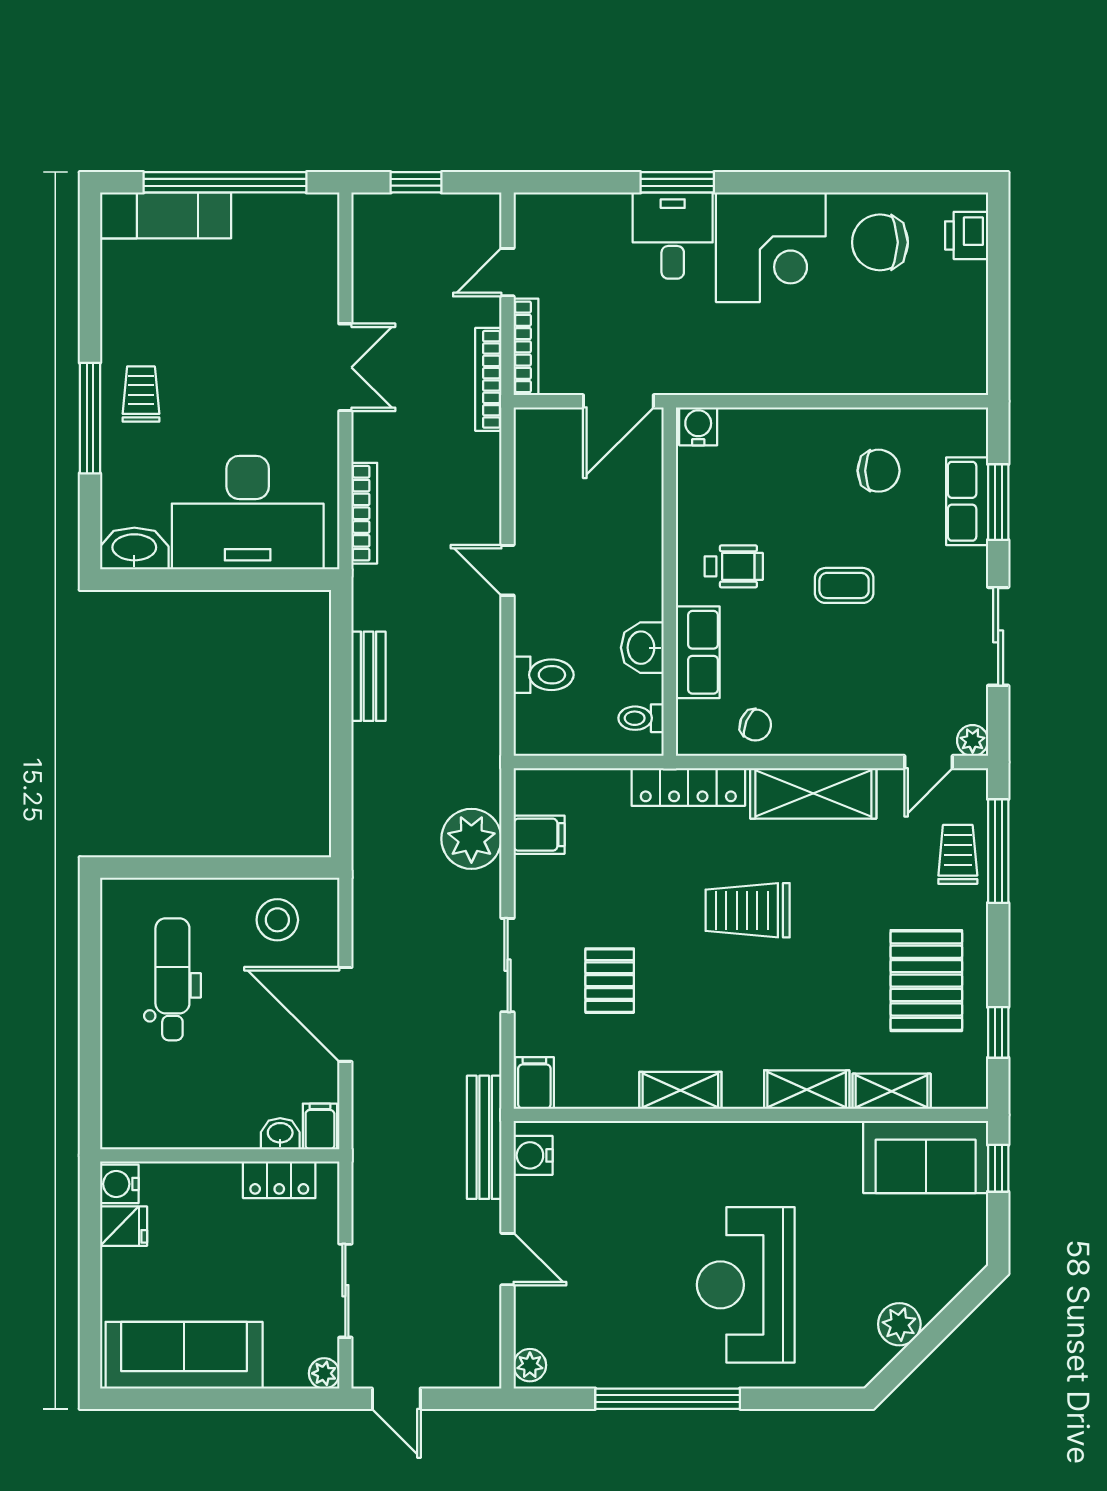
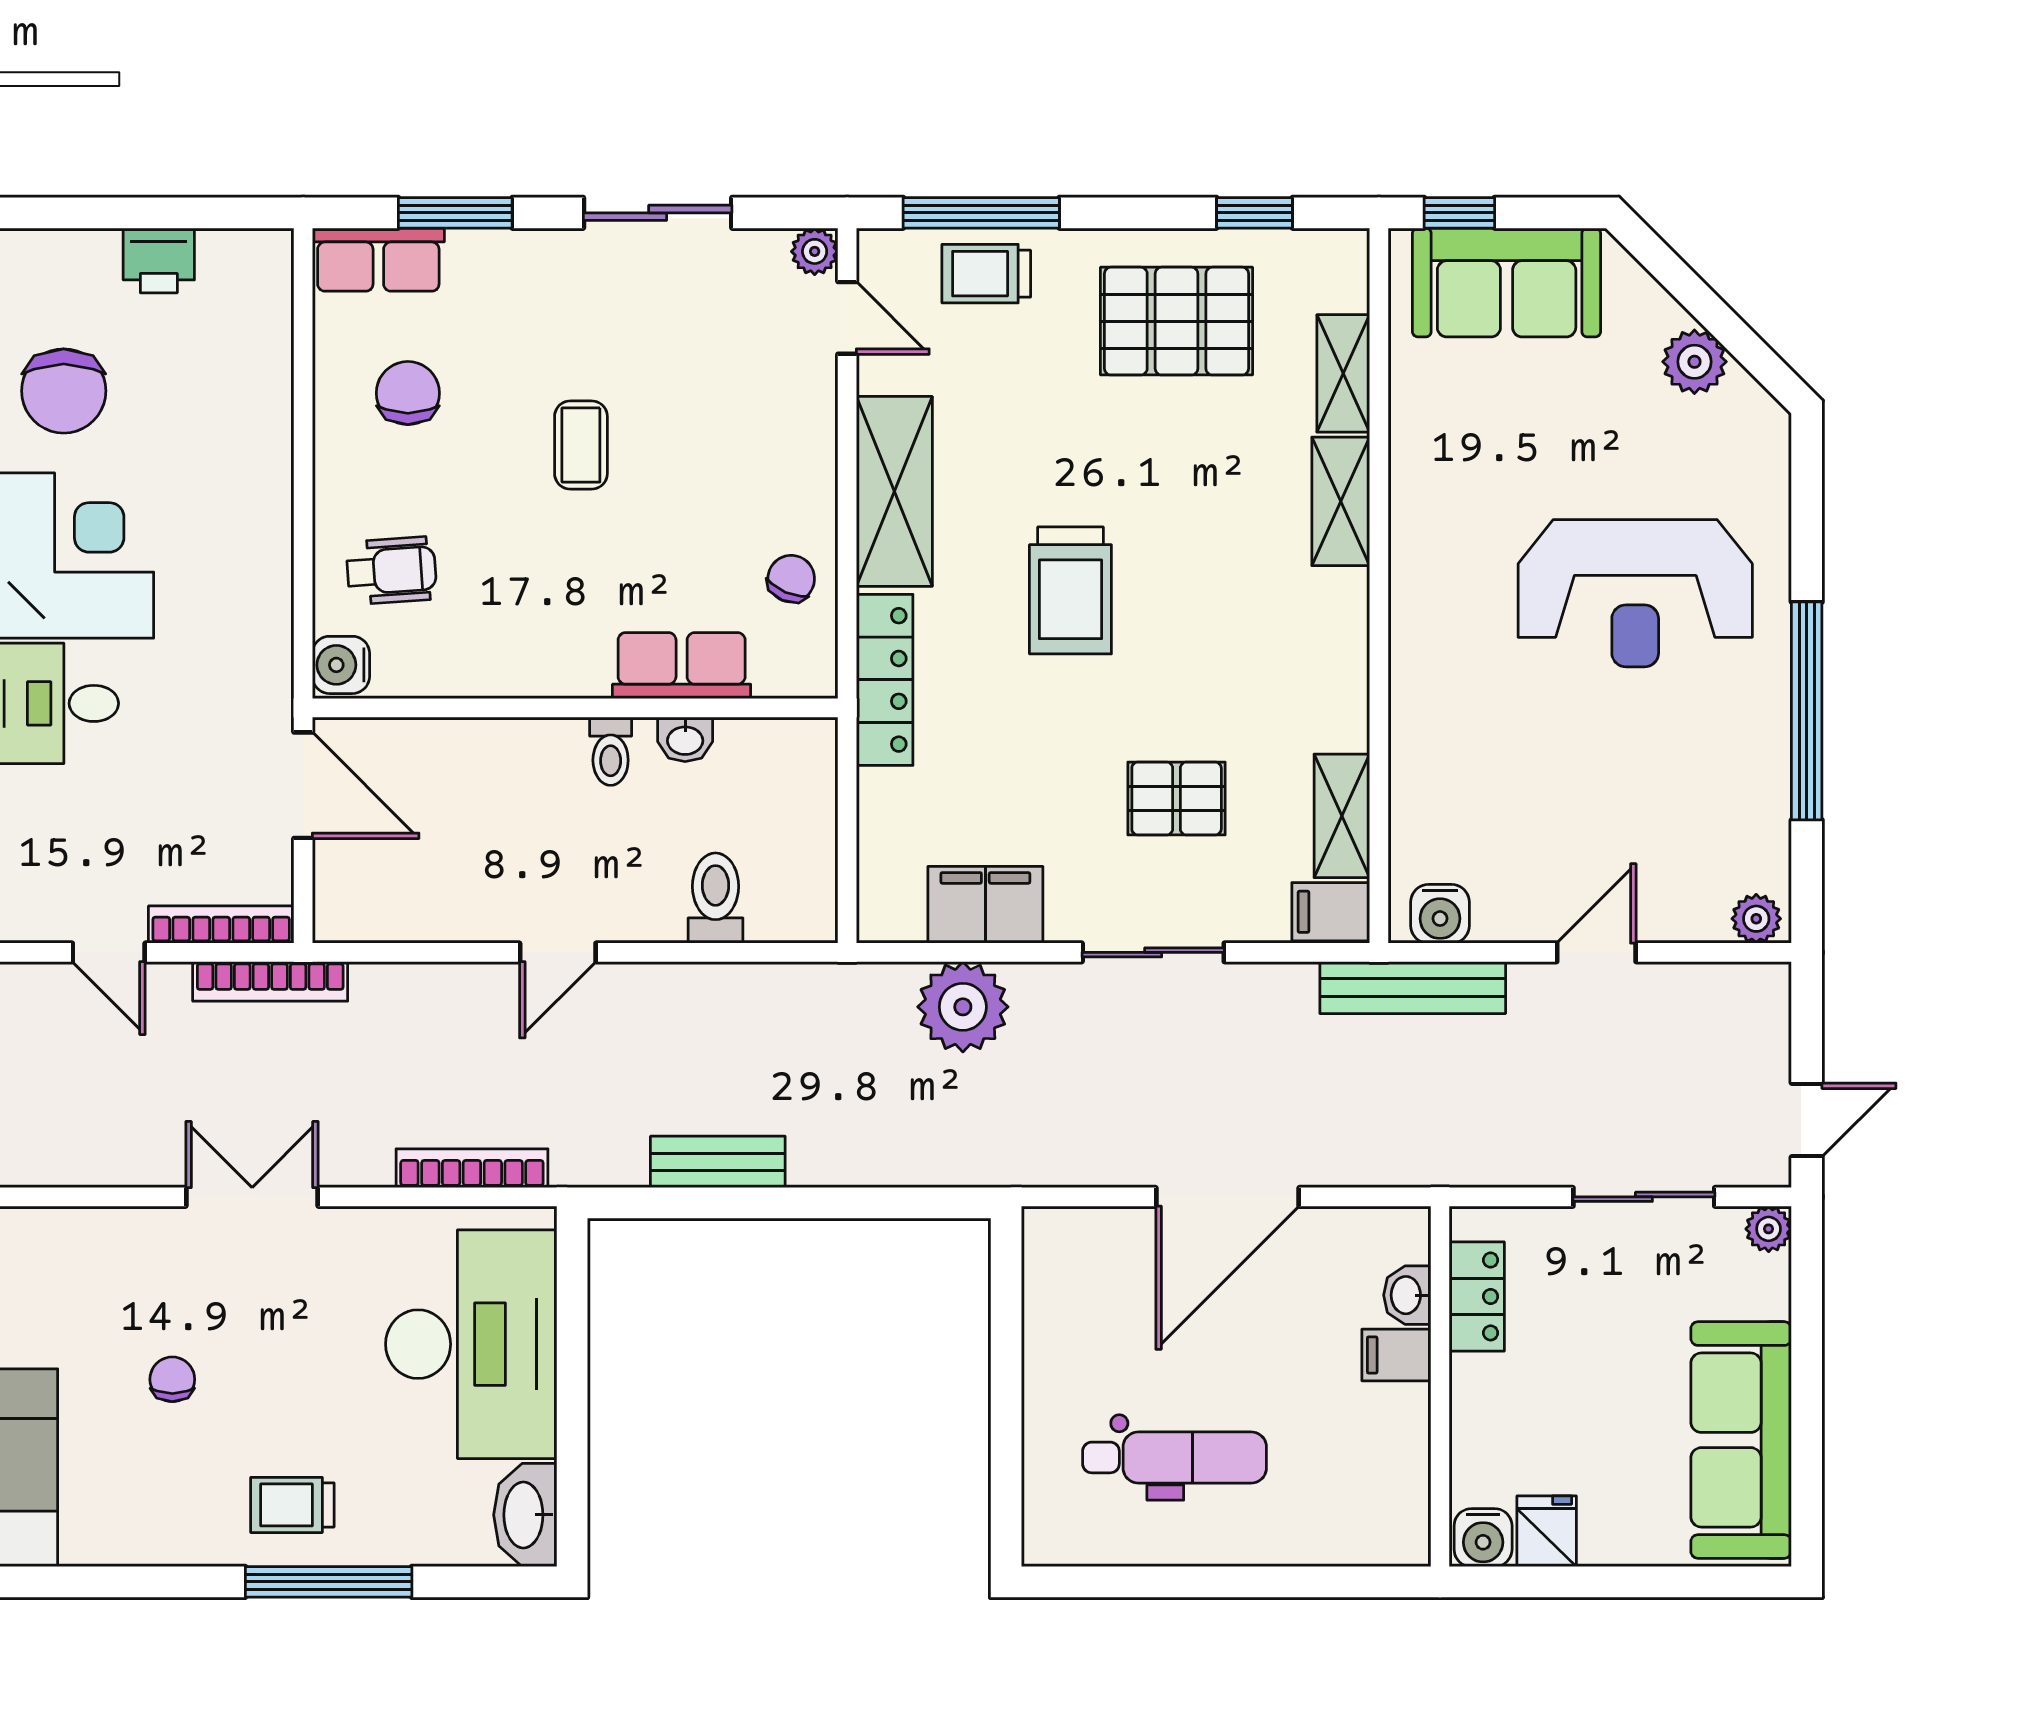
printer: (967, 235) -> (159, 260), moved
chair: (224, 314) -> (172, 1379), added
row of seats: (967, 501) -> (378, 260), moved
wheelchair: (734, 566) -> (392, 571), moved, turned 86
washbasin: (642, 648) -> (685, 739), width x0.72, depth x0.69
toilet: (641, 718) -> (611, 751), moved
filing cabinet: (539, 835) -> (985, 905), width x2.00
stool: (277, 920) -> (1085, 1299), removed
dental chair: (172, 979) -> (1175, 1457), turned 180
shelving: (680, 1090) -> (1342, 816), moved
filing cabinet: (320, 1126) -> (1396, 1355), moved
sofa: (926, 1157) -> (1507, 282), moved, turned 90

